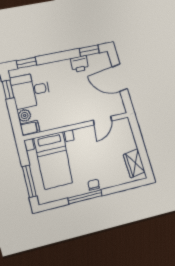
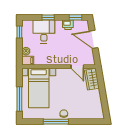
window: (27, 63) -> (48, 17), moved
desk: (31, 90) -> (44, 32), moved, turned 90
door: (102, 121) -> (77, 67), hinge flipped
wardrobe: (134, 164) -> (92, 79), moved

